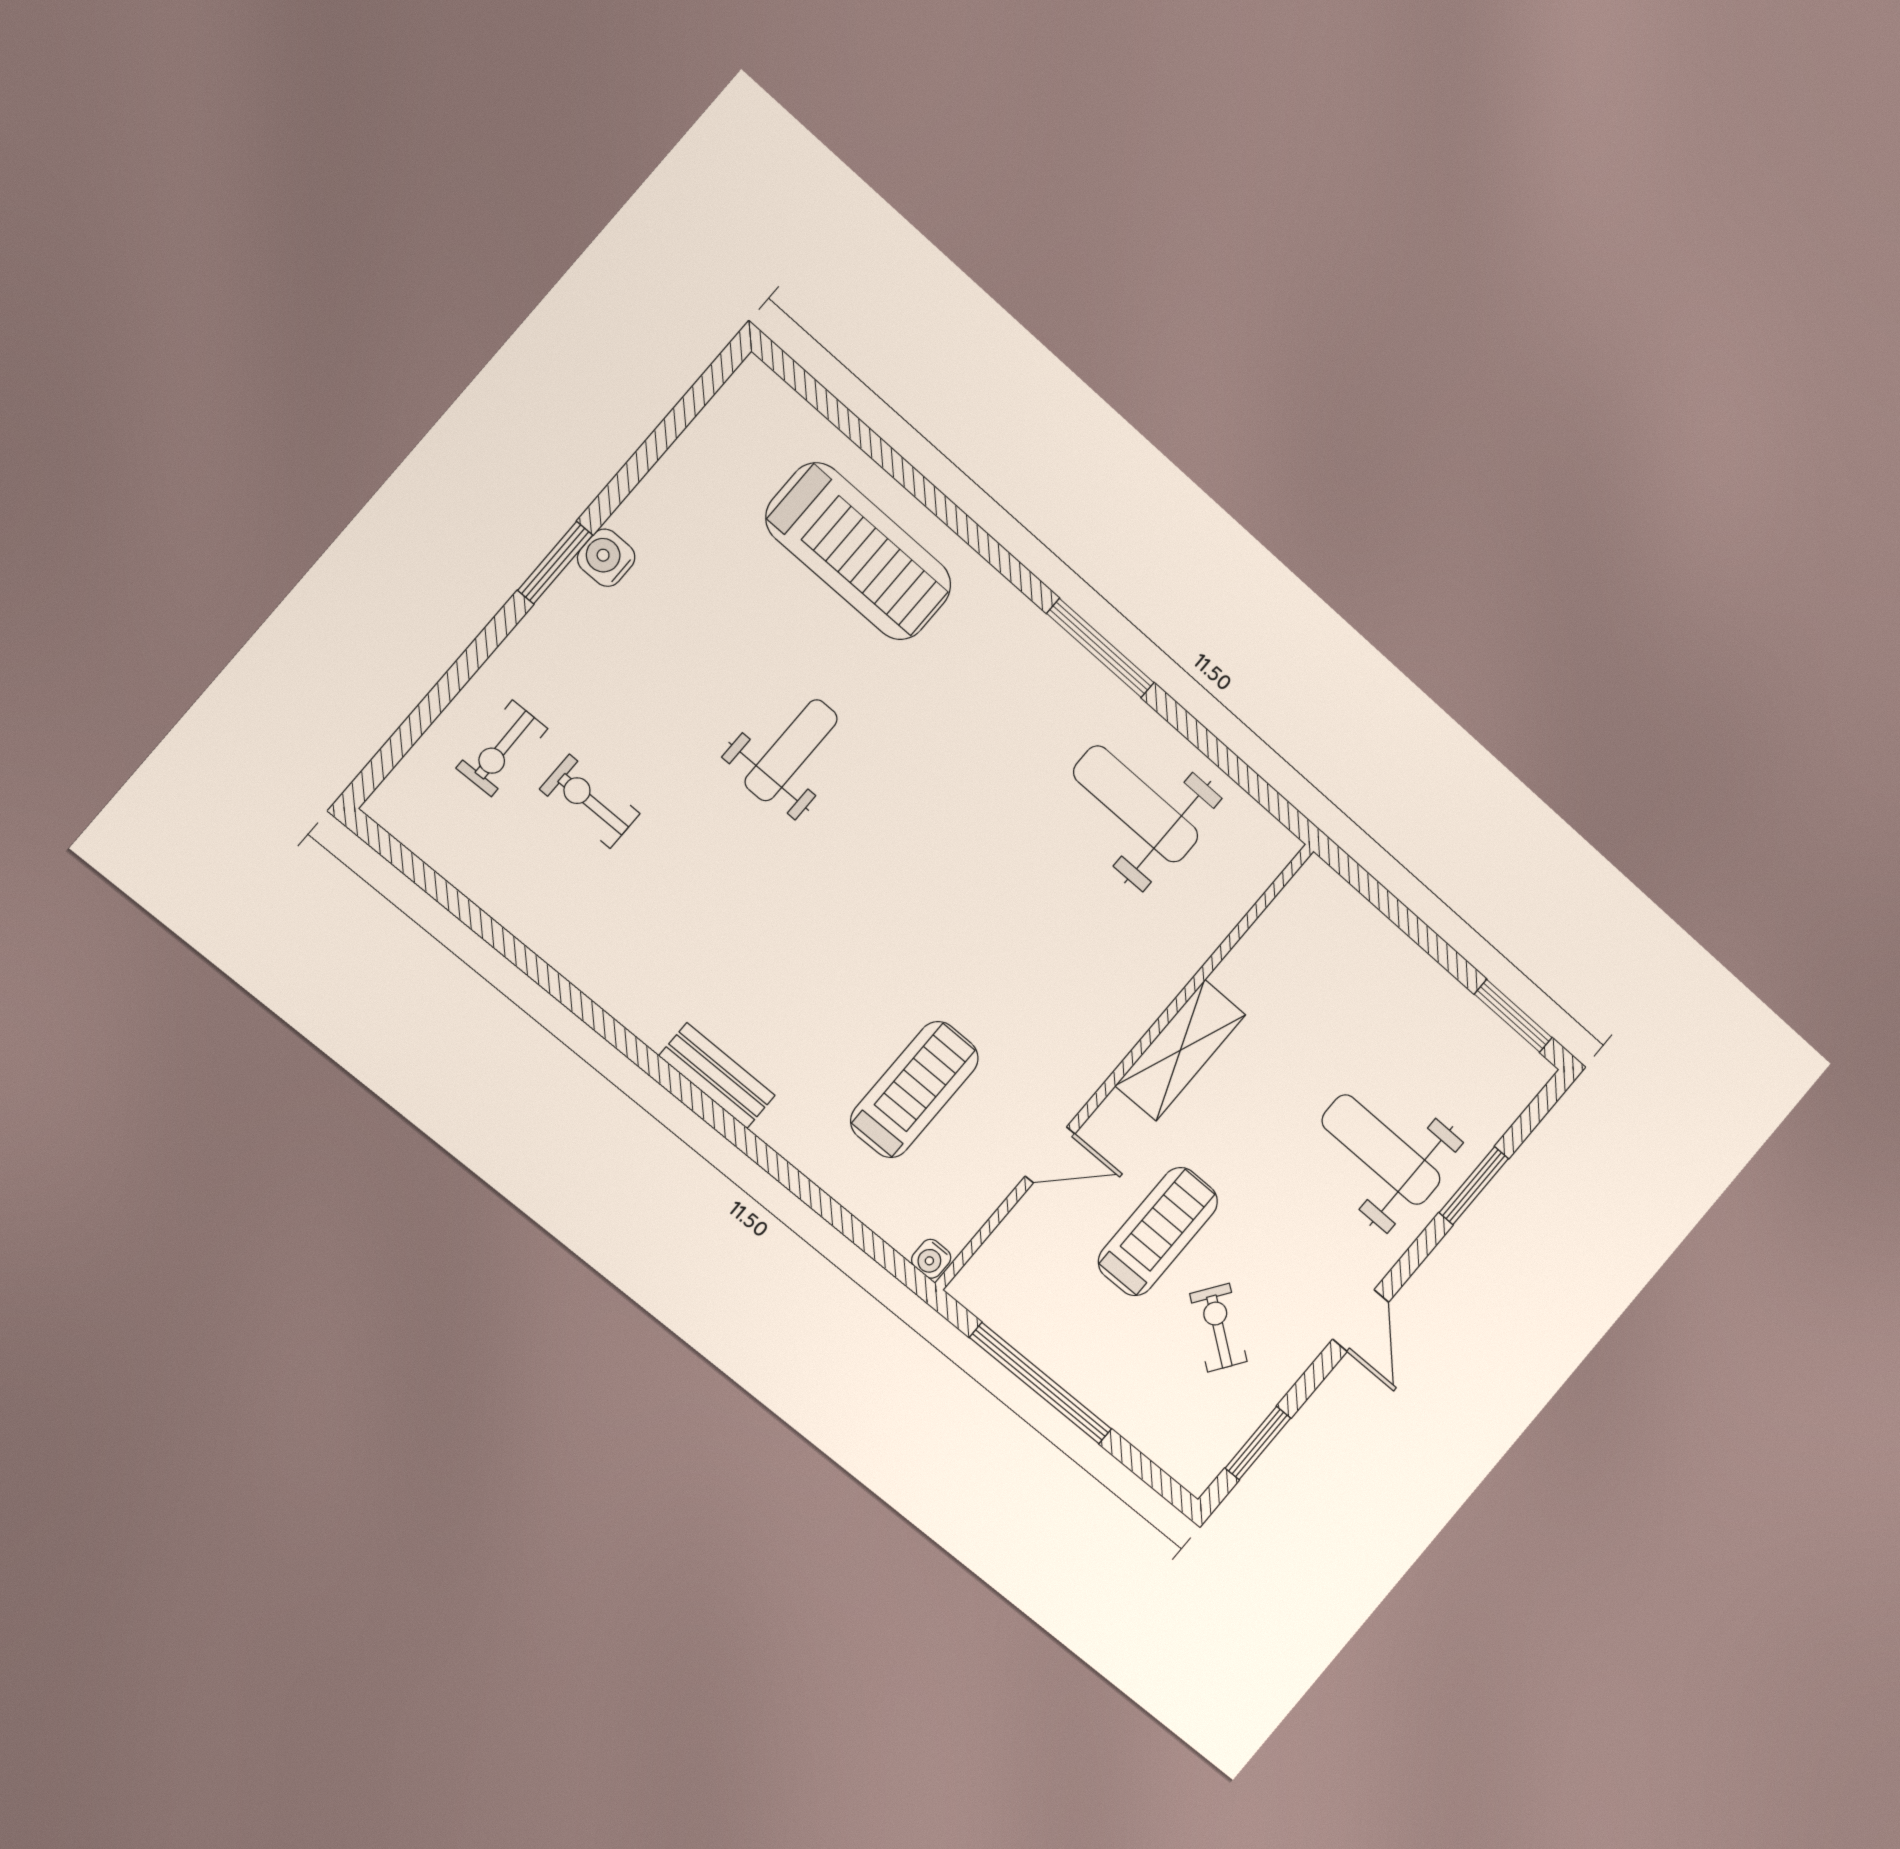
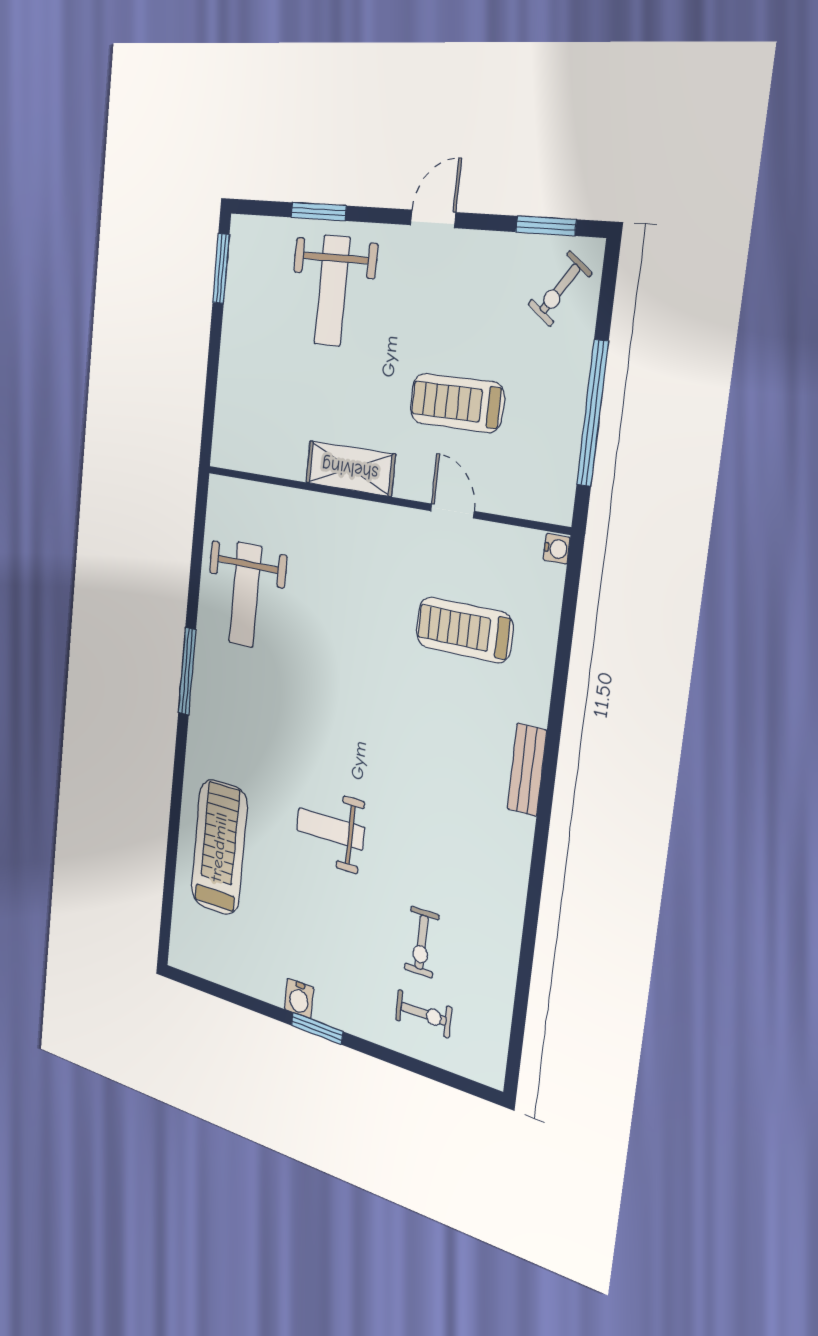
exercise bike: (1218, 1328) -> (560, 289), moved

